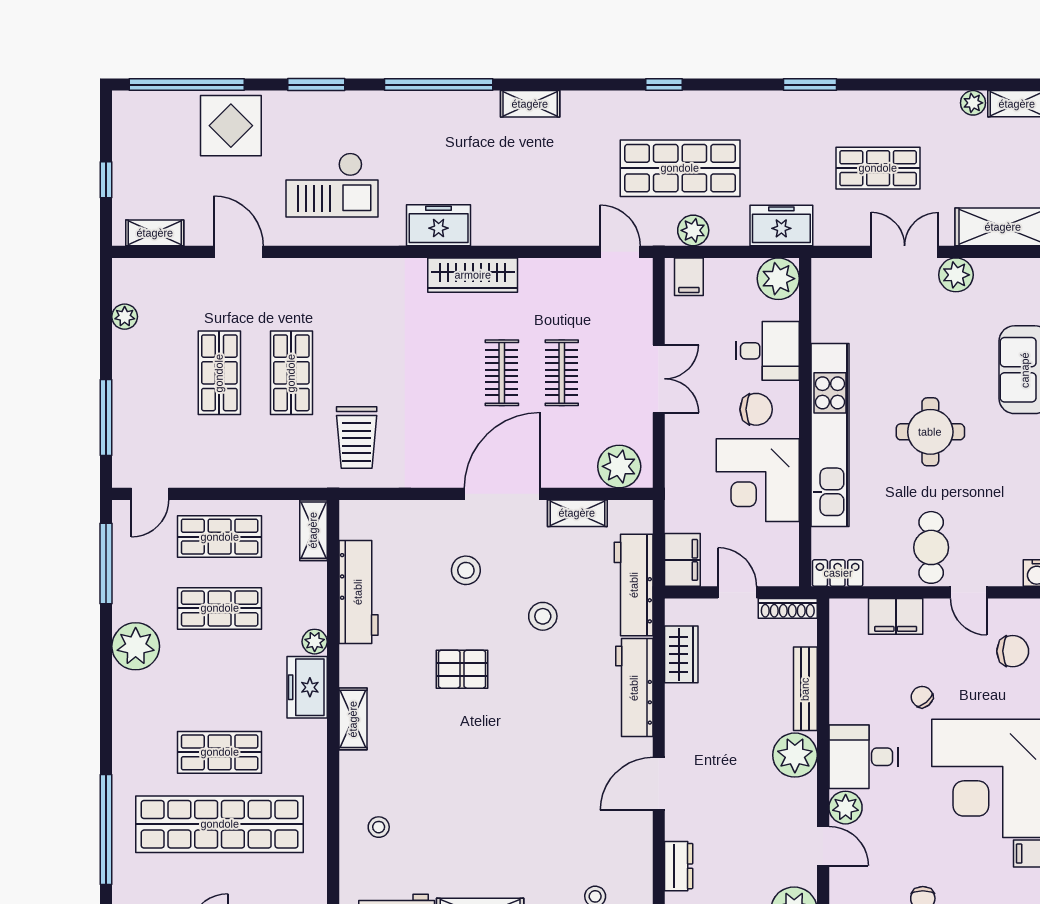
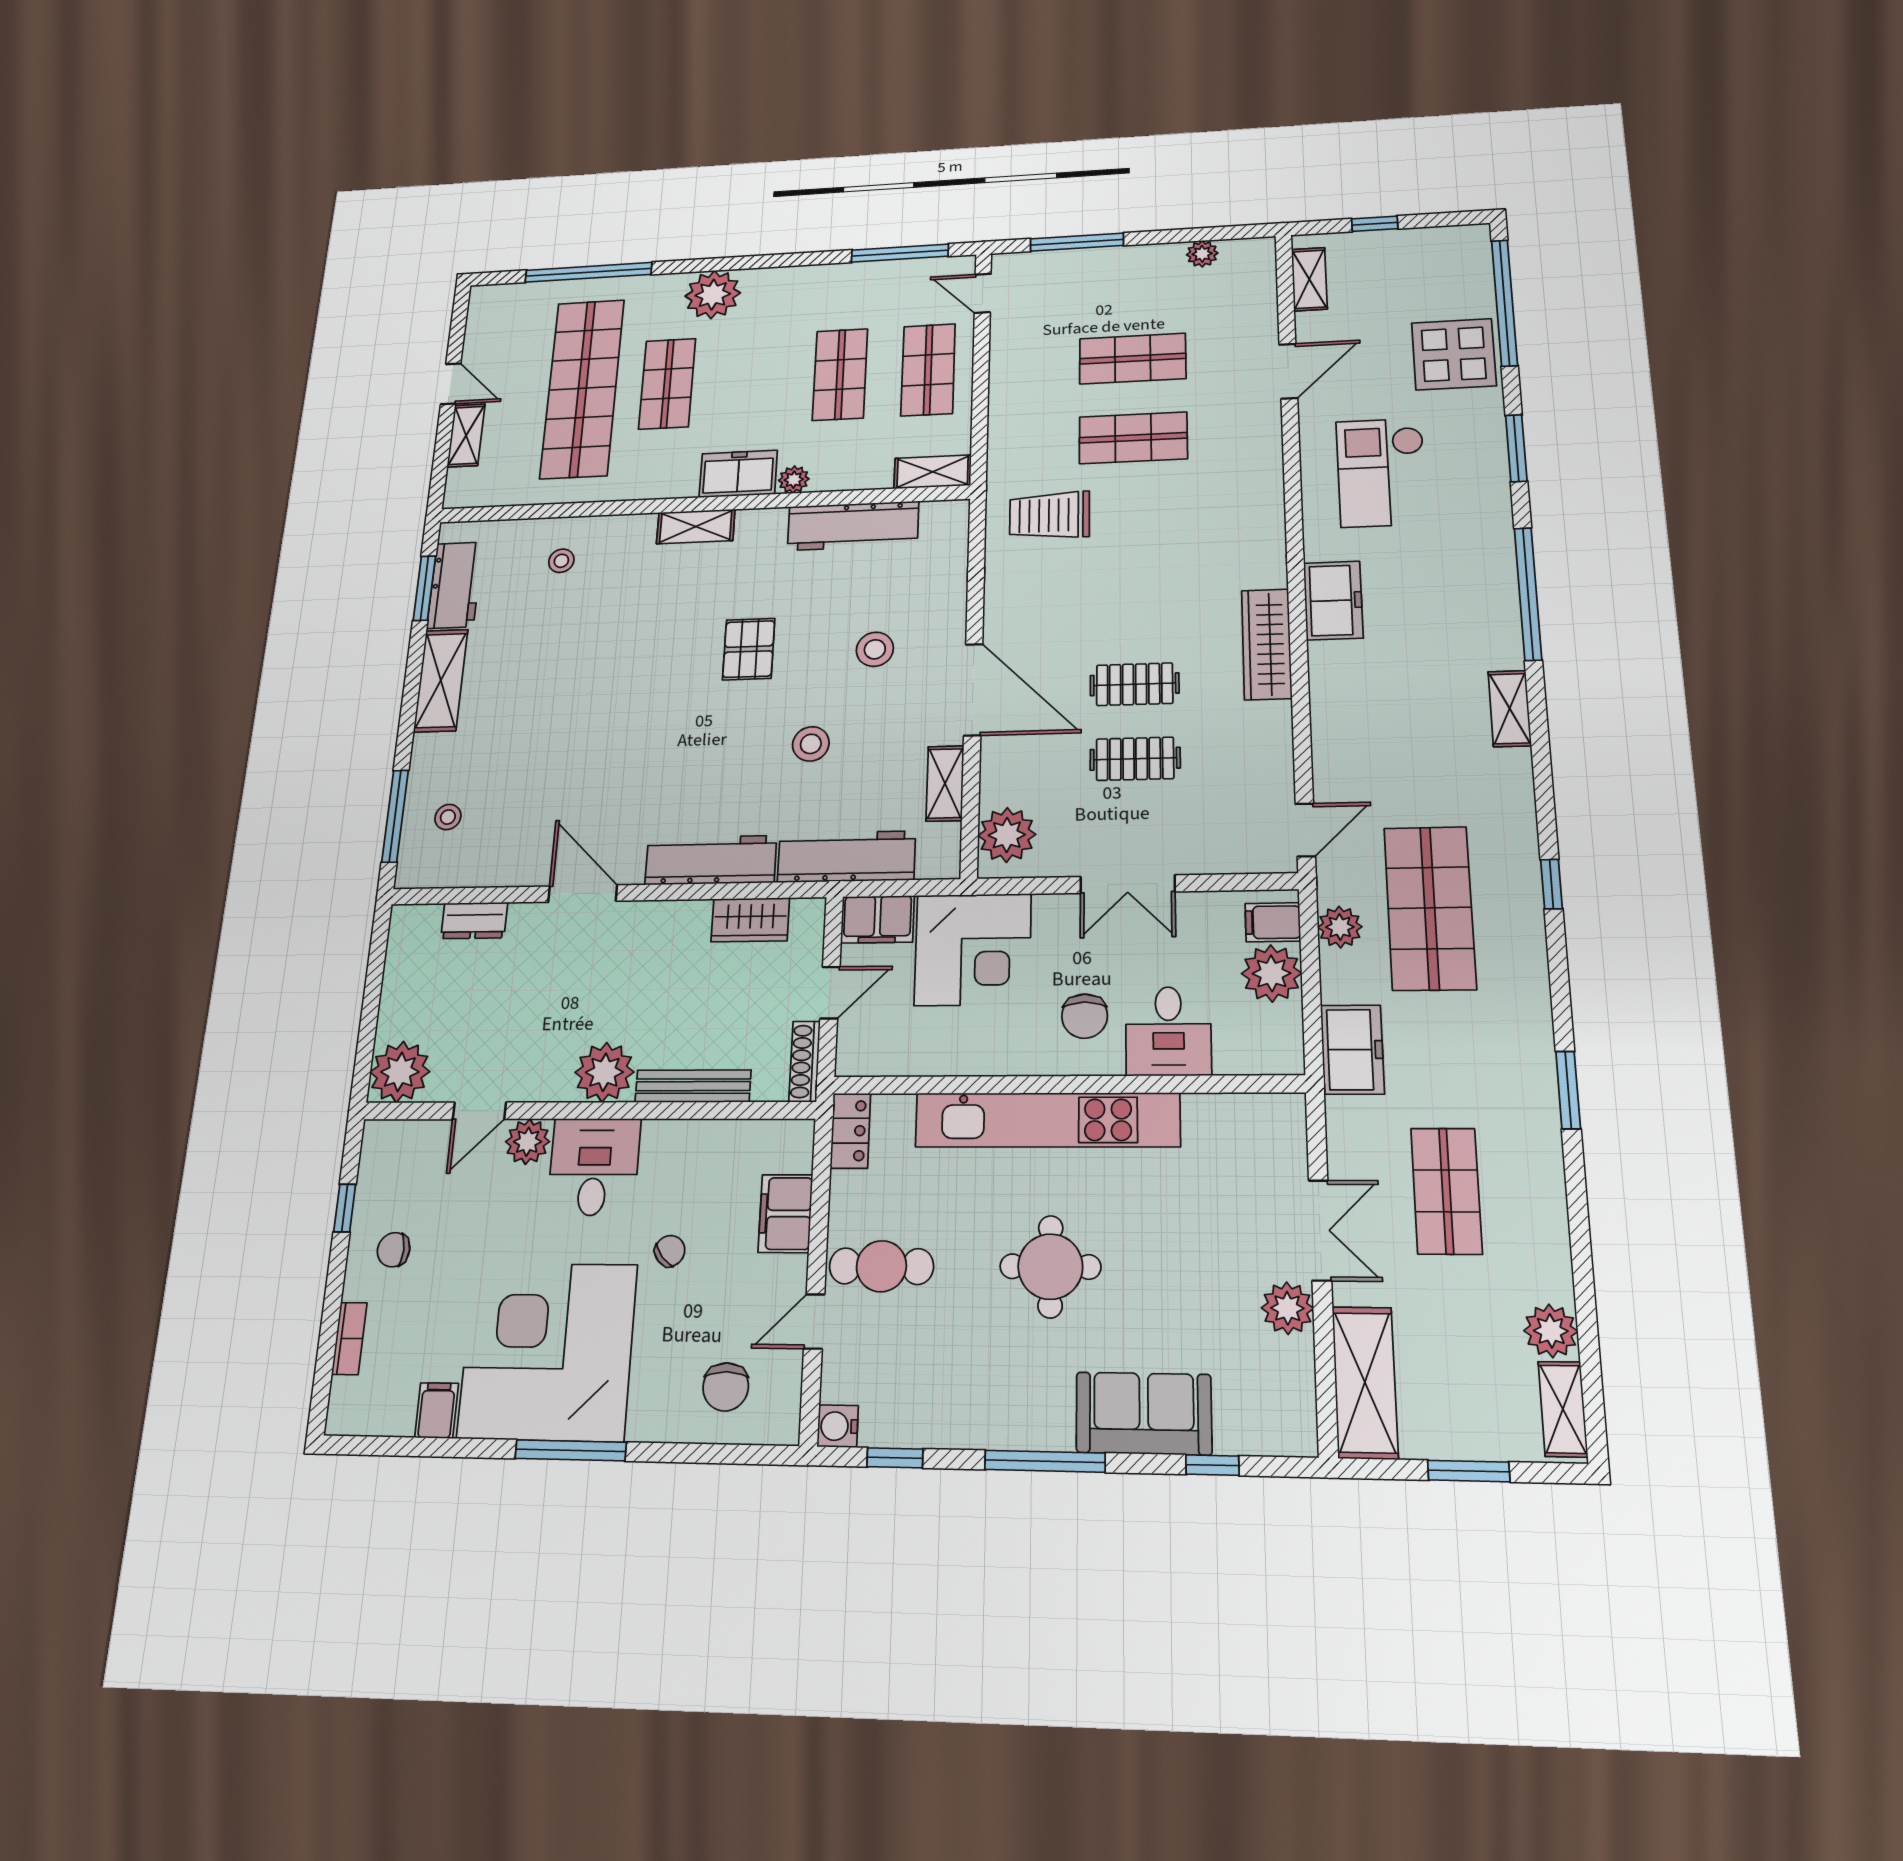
plant: (973, 103) -> (1551, 1331), width x1.38, depth x1.38
plant: (778, 279) -> (1272, 973), moved
corner desk: (758, 480) -> (973, 949), moved, turned 180
plant: (136, 646) -> (713, 295), moved

